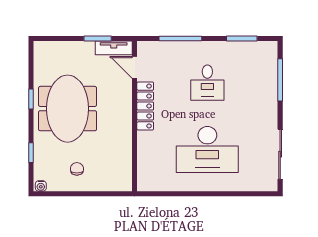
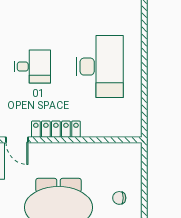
door: (135, 67) -> (17, 140), hinge flipped

